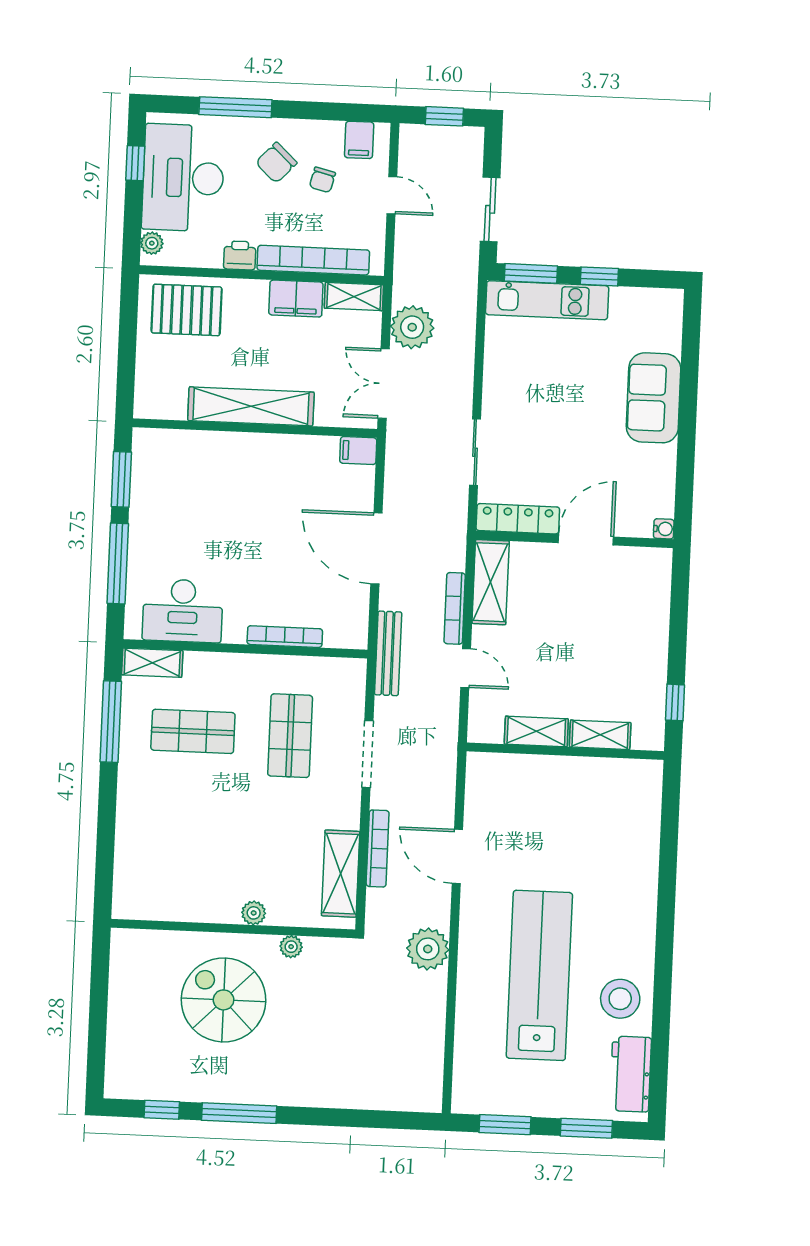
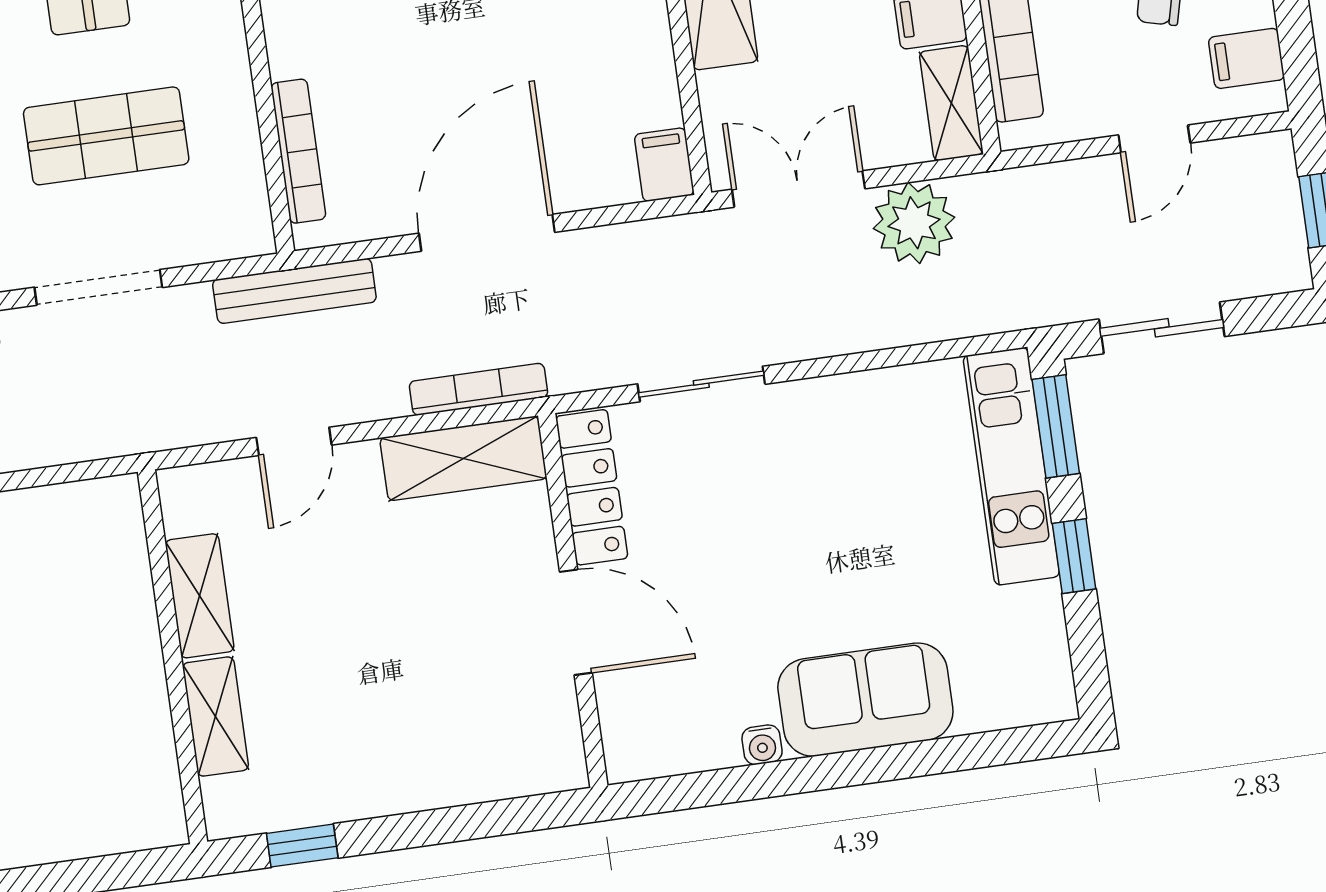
water cooler: (664, 529) -> (762, 745), moved
bookcase: (455, 608) -> (478, 389), moved
bookcase: (285, 637) -> (298, 151), moved

